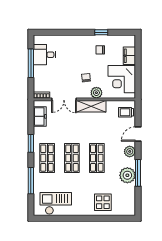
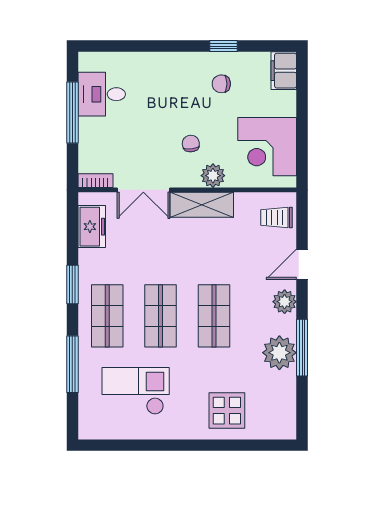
filing cabinet: (129, 56) -> (284, 71), moved
checkout: (56, 203) -> (136, 391), moved

